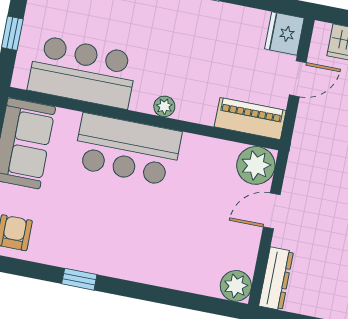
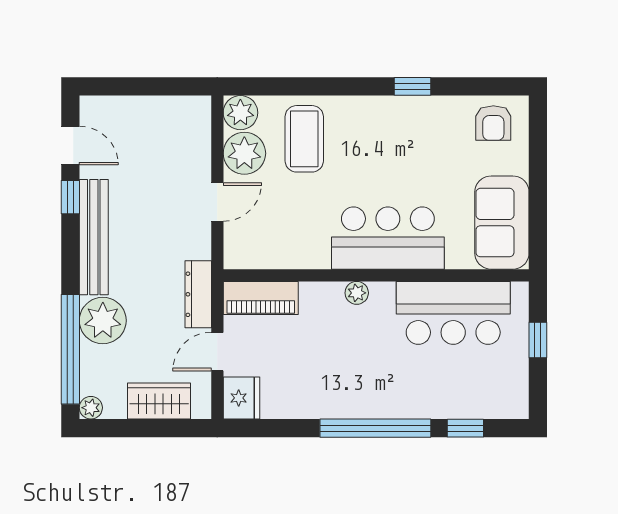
plant: (256, 165) -> (244, 153), moved
coffee table: (184, 252) -> (304, 139), added
dresser: (276, 279) -> (198, 294), moved

